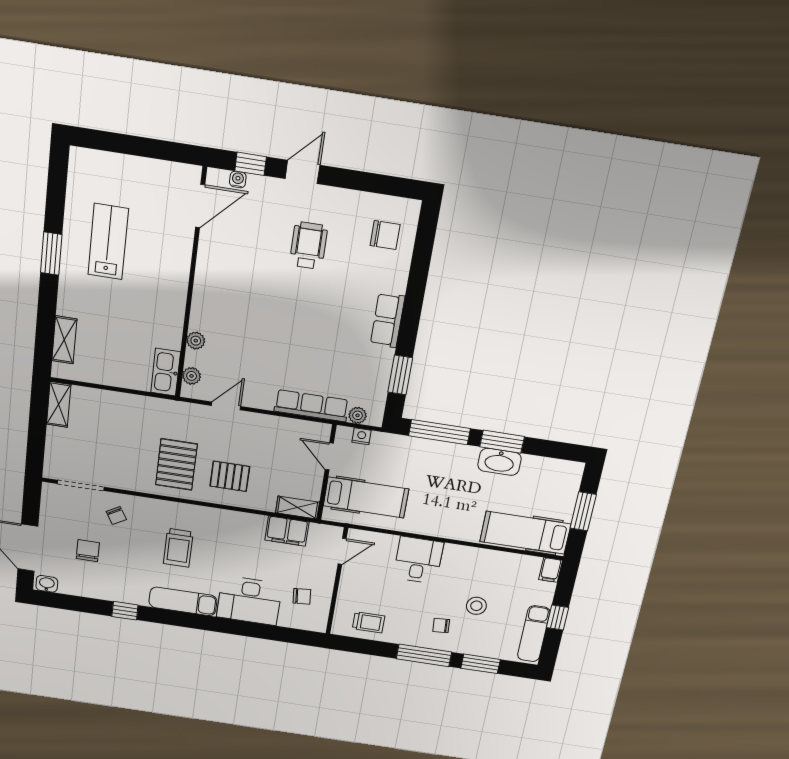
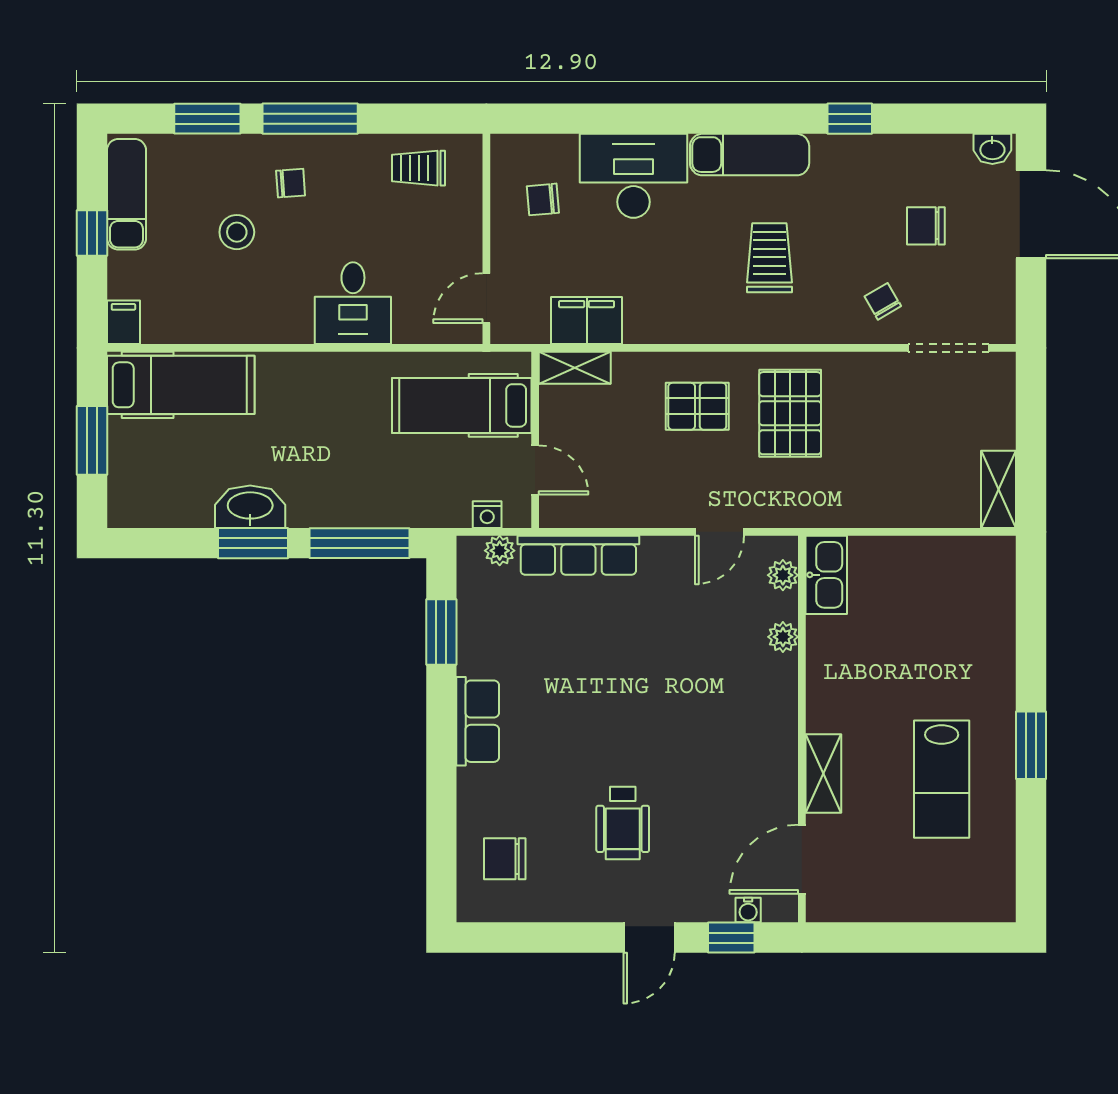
shelving: (64, 340) -> (823, 774), moved
chair: (88, 551) -> (926, 226), turned 90

